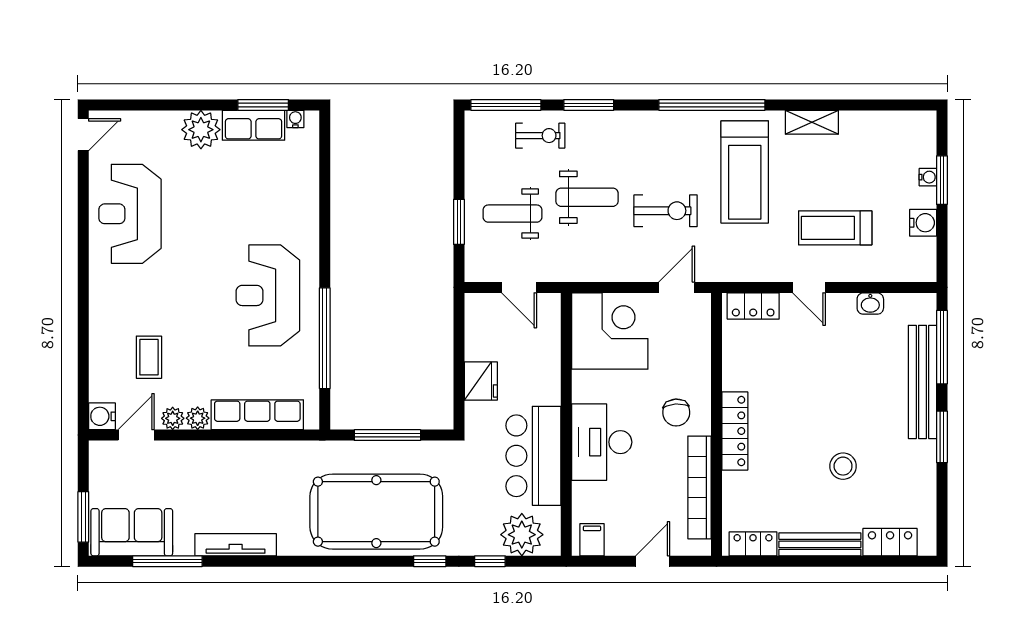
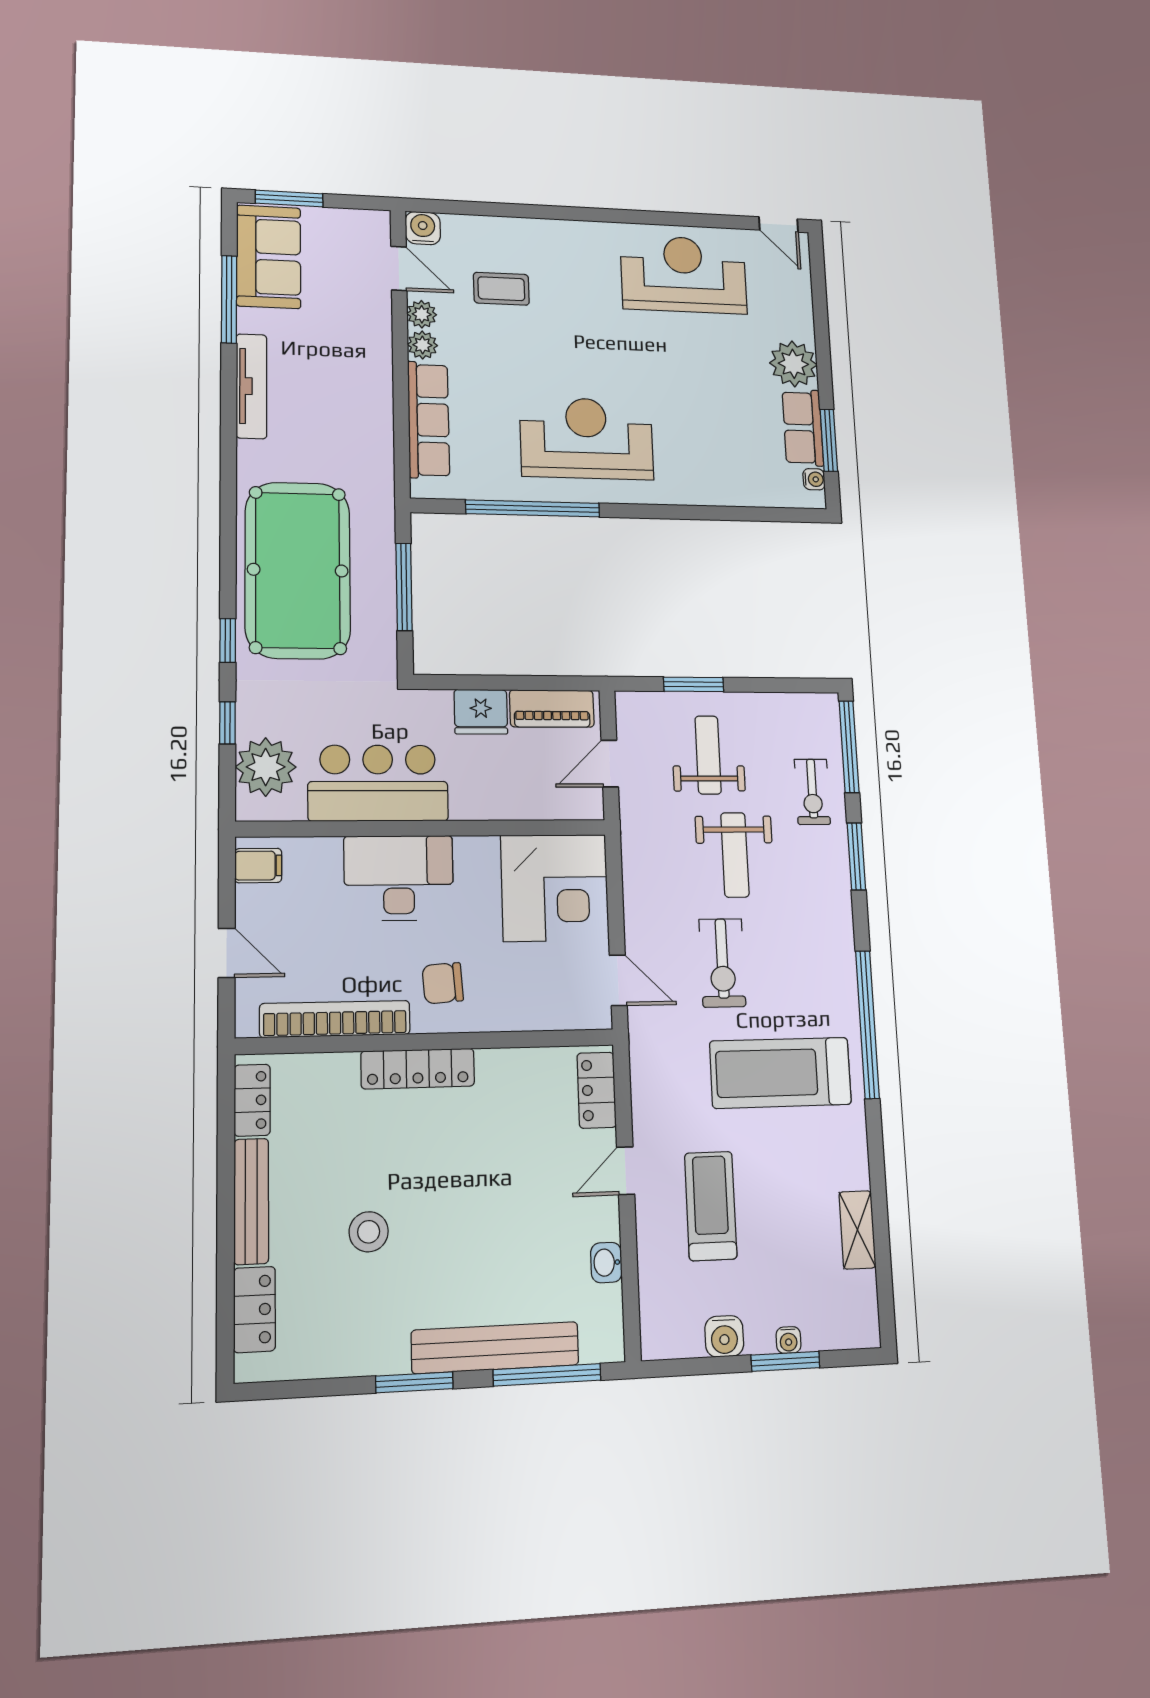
shelving: (812, 122) -> (857, 1230), moved
piano: (478, 329) -> (552, 709), added

